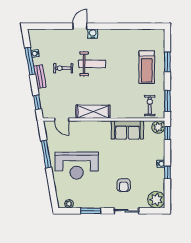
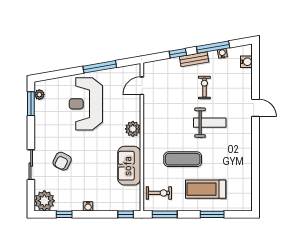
water cooler: (93, 34) -> (246, 62), moved
weight bench: (92, 64) -> (210, 123), turned -90
exercise mat: (122, 86) -> (183, 159), added
window: (37, 102) -> (178, 53), moved
shelving: (93, 112) -> (151, 124), removed
plant: (158, 127) -> (133, 129), moved
window: (167, 172) -> (64, 214), moved
armchair: (124, 185) -> (62, 161), turned -63
window: (91, 211) -> (31, 104), moved

